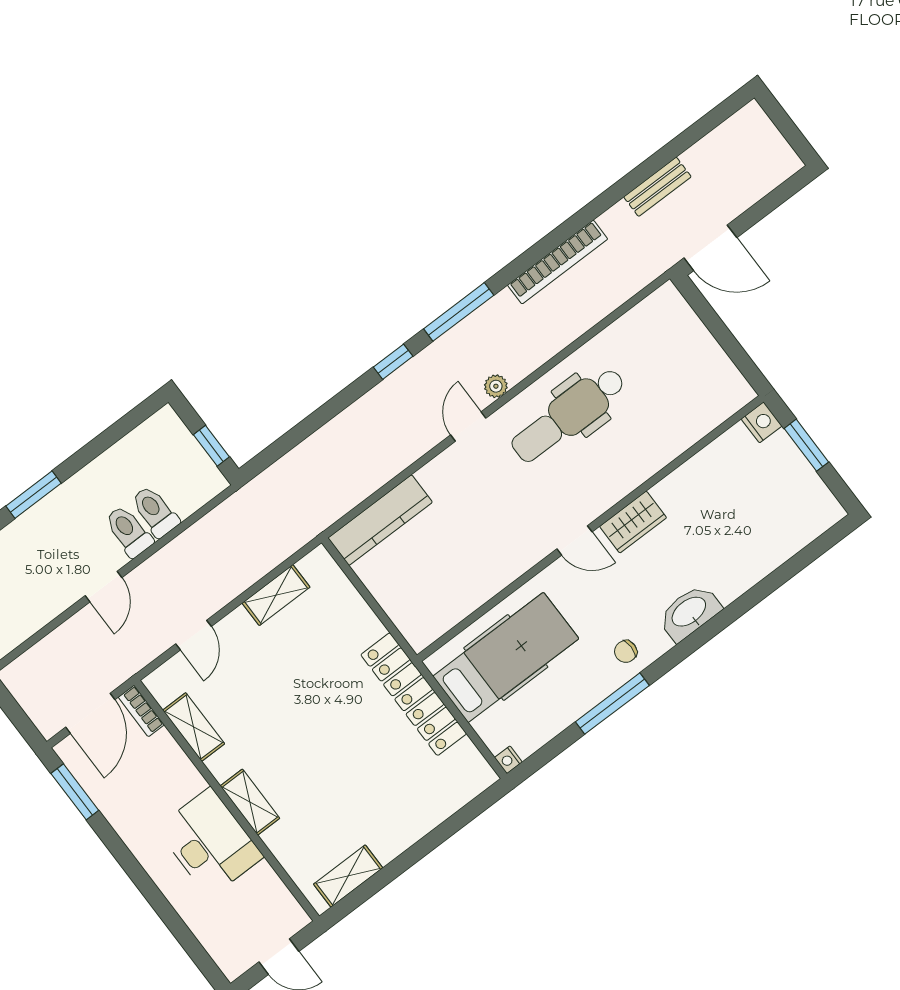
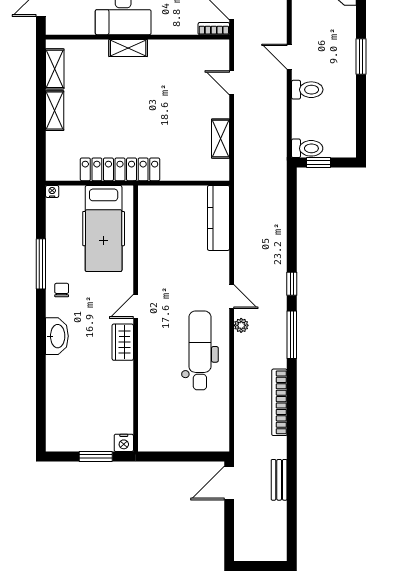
toilet: (155, 511) -> (307, 148), moved
shelving: (194, 727) -> (55, 111), moved, turned 90

